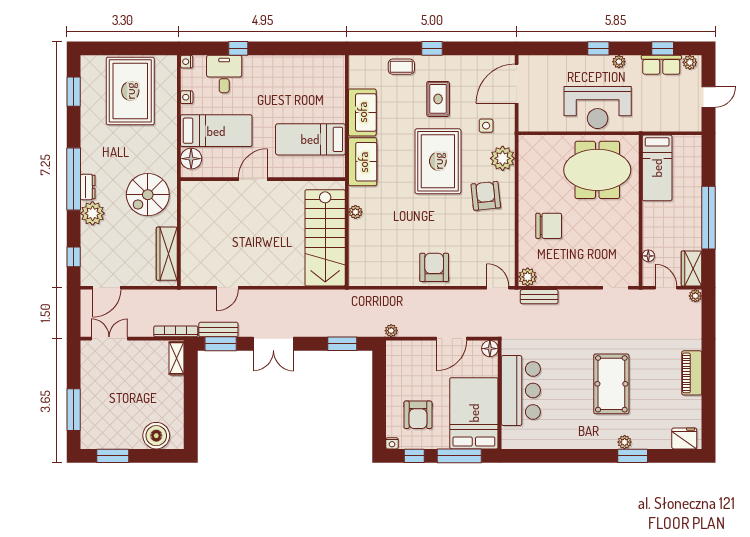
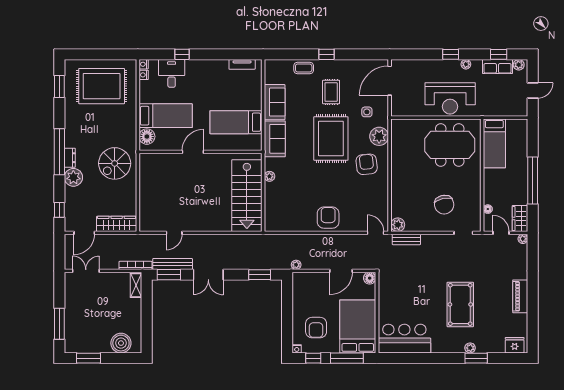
tv unit: (319, 62) -> (242, 64), added
rug: (130, 91) -> (102, 86), turned 90
nightstand: (187, 97) -> (144, 75), moved
chair: (549, 226) -> (444, 205), moved, turned 77
wardrobe: (167, 254) -> (117, 224), moved, turned 90
bench: (218, 330) -> (173, 264), width x1.36
bar counter: (521, 390) -> (404, 339), moved, turned -90

